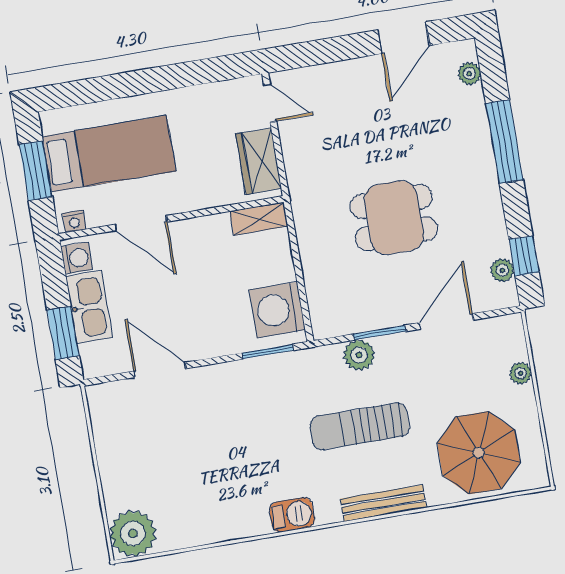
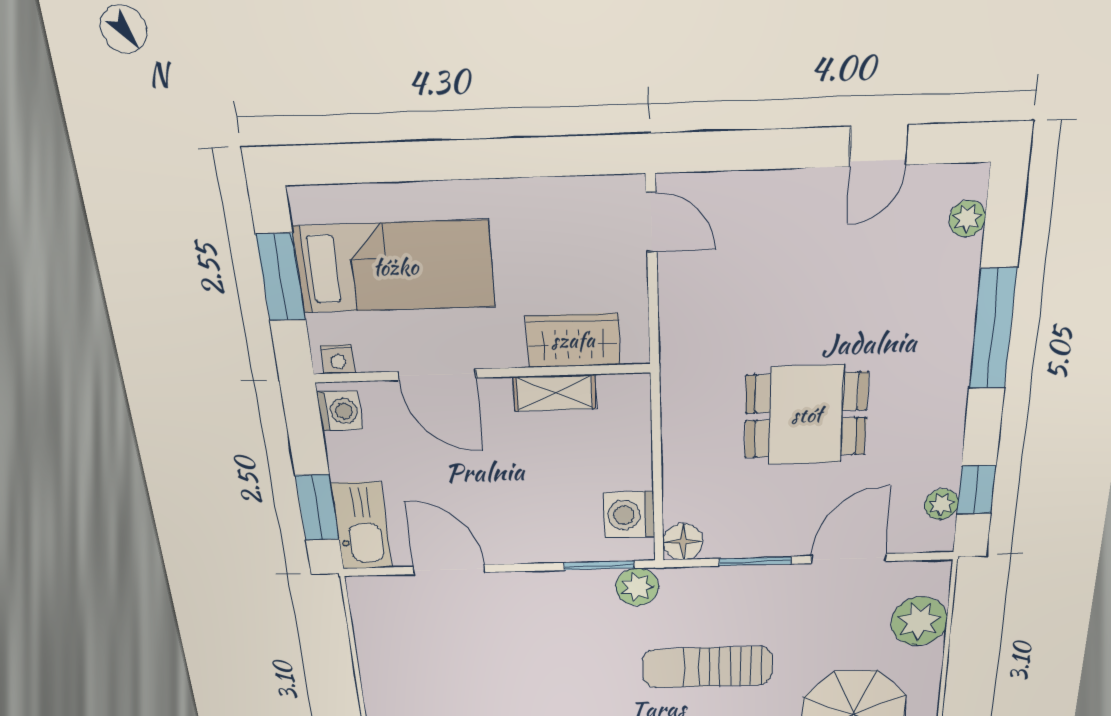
door: (404, 38) -> (879, 146), width x0.73
wardrobe: (259, 161) -> (573, 340), moved, turned 90
shelving: (259, 219) -> (555, 393), moved
kitchen sink: (89, 307) -> (362, 526), moved
washing machine: (277, 310) -> (629, 515), width x0.73, depth x0.73
floor lamp: (325, 324) -> (683, 542), added
plant: (359, 355) -> (637, 587), moved
plant: (521, 373) -> (919, 621), width x1.87, depth x1.87

